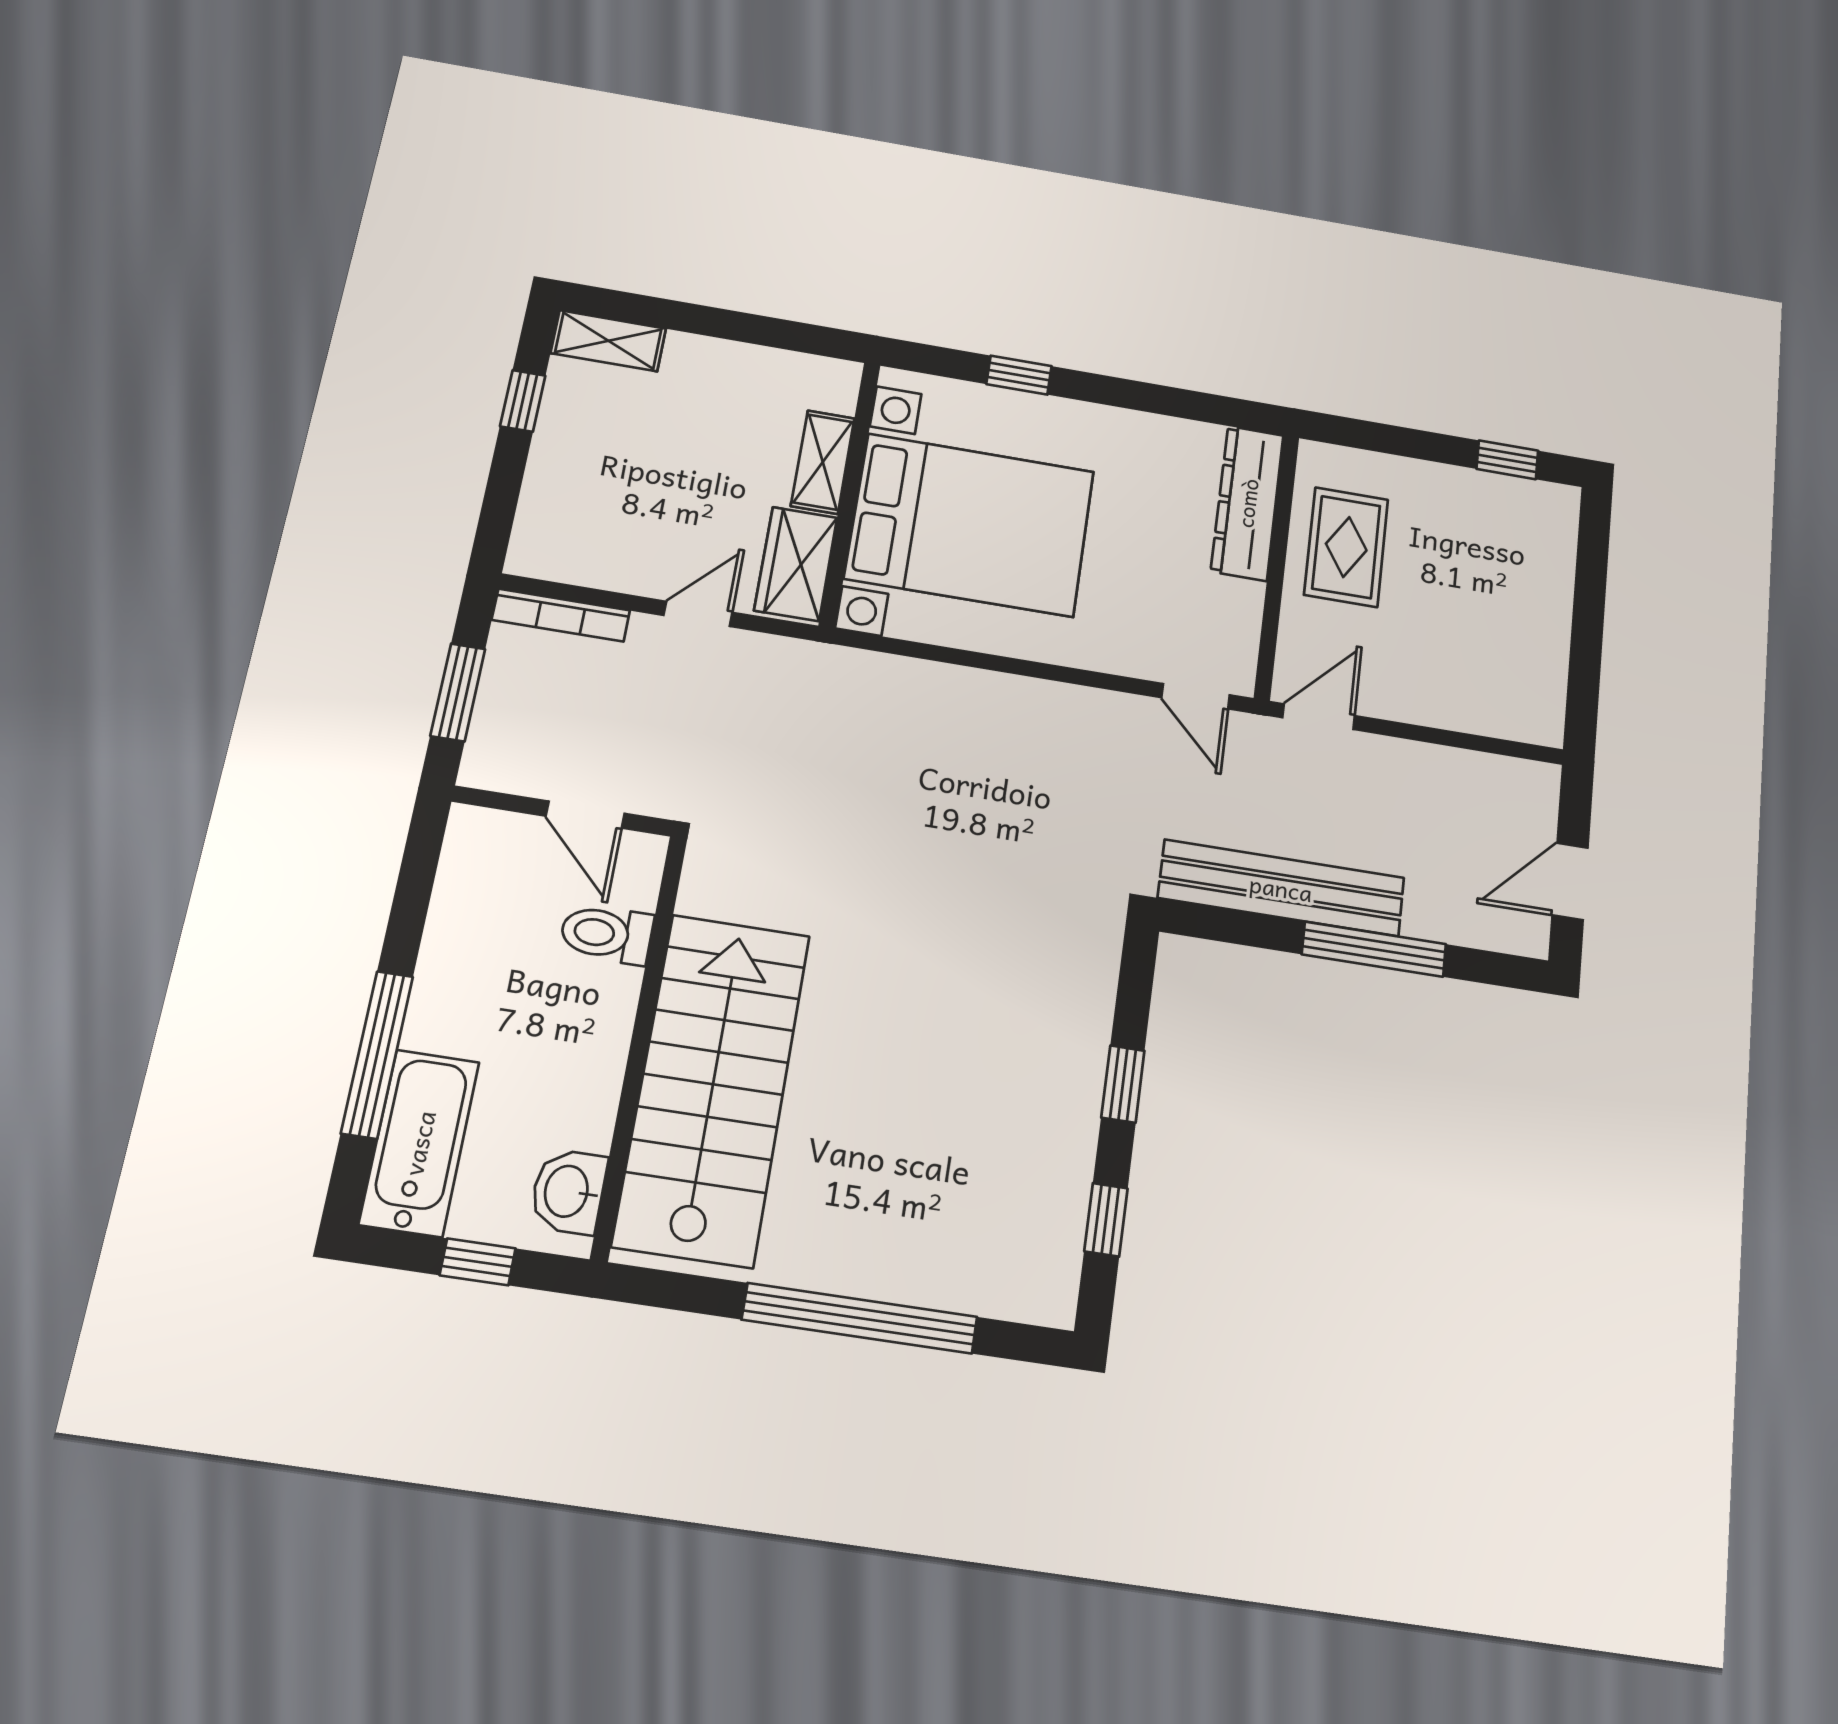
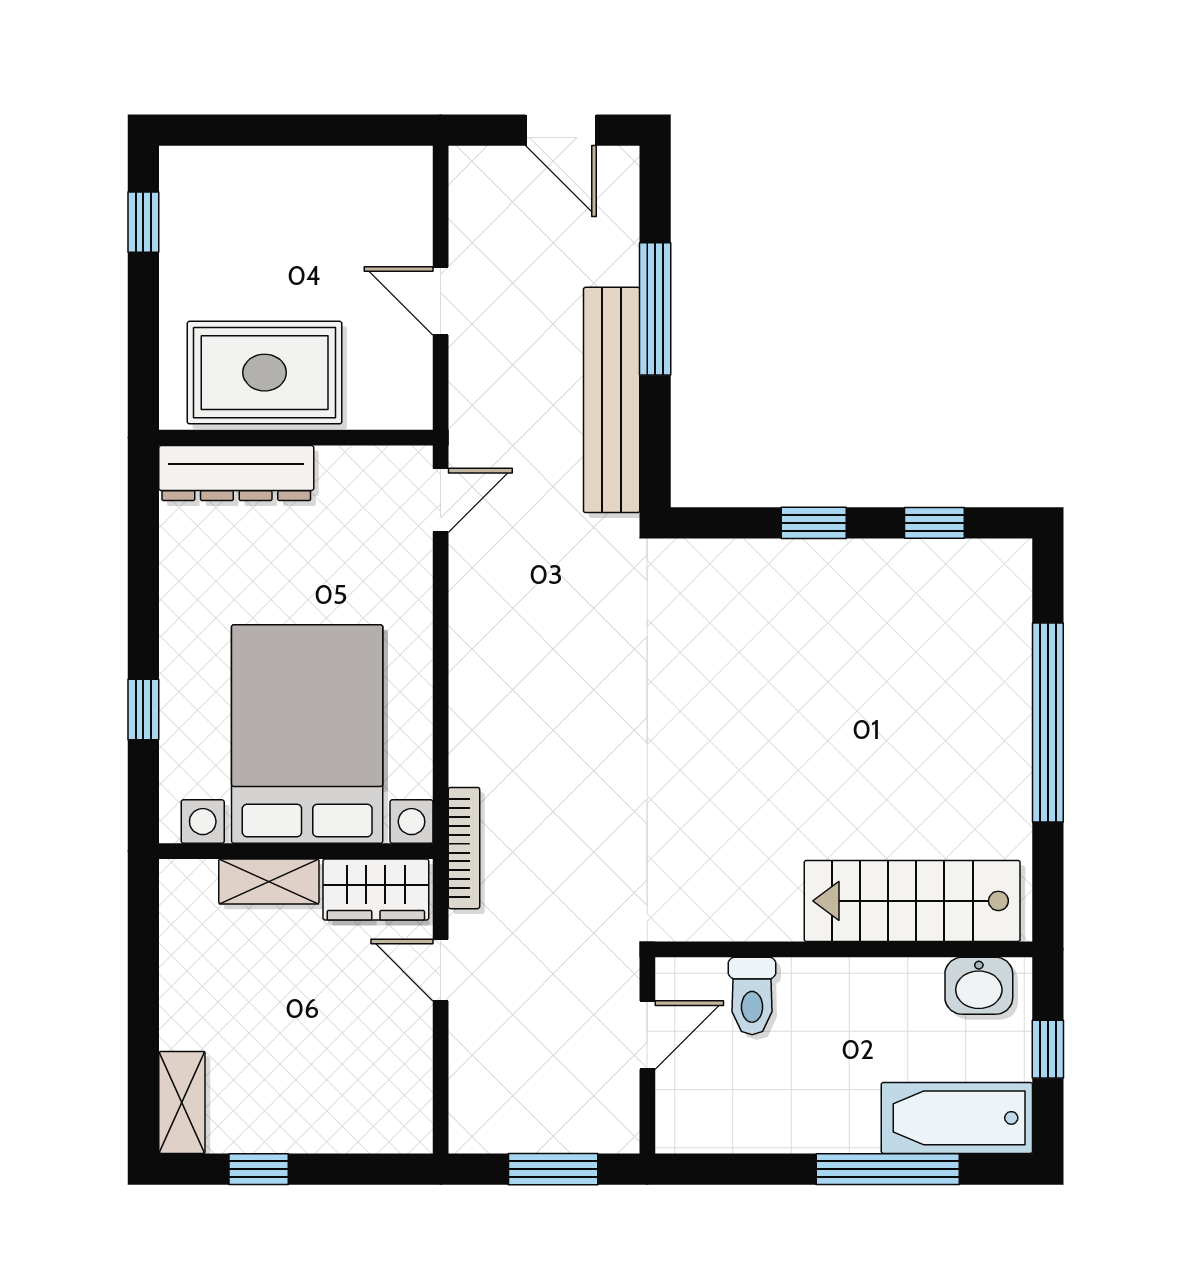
rug: (1346, 547) -> (265, 373), width x1.36, depth x1.43
bookcase: (561, 615) -> (464, 848), moved
door: (1319, 717) -> (441, 301), moved
stairs: (712, 1088) -> (912, 901), width x0.73, depth x0.66

